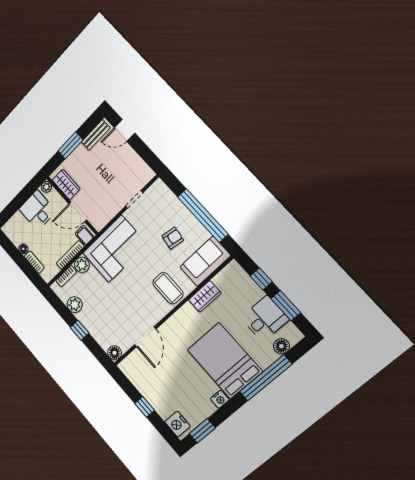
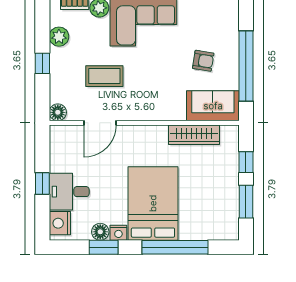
coffee table: (168, 288) -> (104, 76), moved, turned 90
wardrobe: (205, 296) -> (194, 135), width x1.50
desk: (265, 319) -> (69, 192), moved, turned 180
floor lamp: (281, 346) -> (100, 232), moved
window: (202, 431) -> (104, 247), moved

